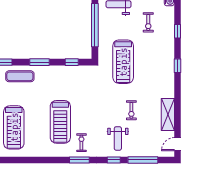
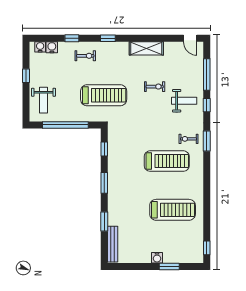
water cooler: (169, 12) -> (52, 47), added
exercise bike: (148, 22) -> (85, 56), moved
exercise mat: (20, 76) -> (119, 203), removed
shelving: (168, 115) -> (146, 48), moved

